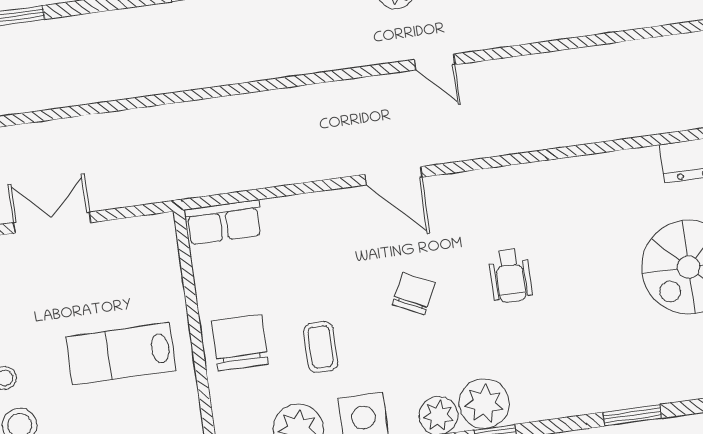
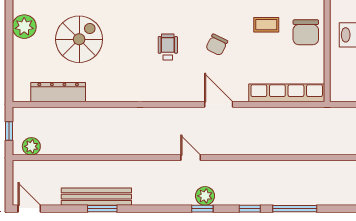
row of seats: (224, 222) -> (287, 93), width x2.02
coffee table: (321, 347) -> (266, 25), turned 90

